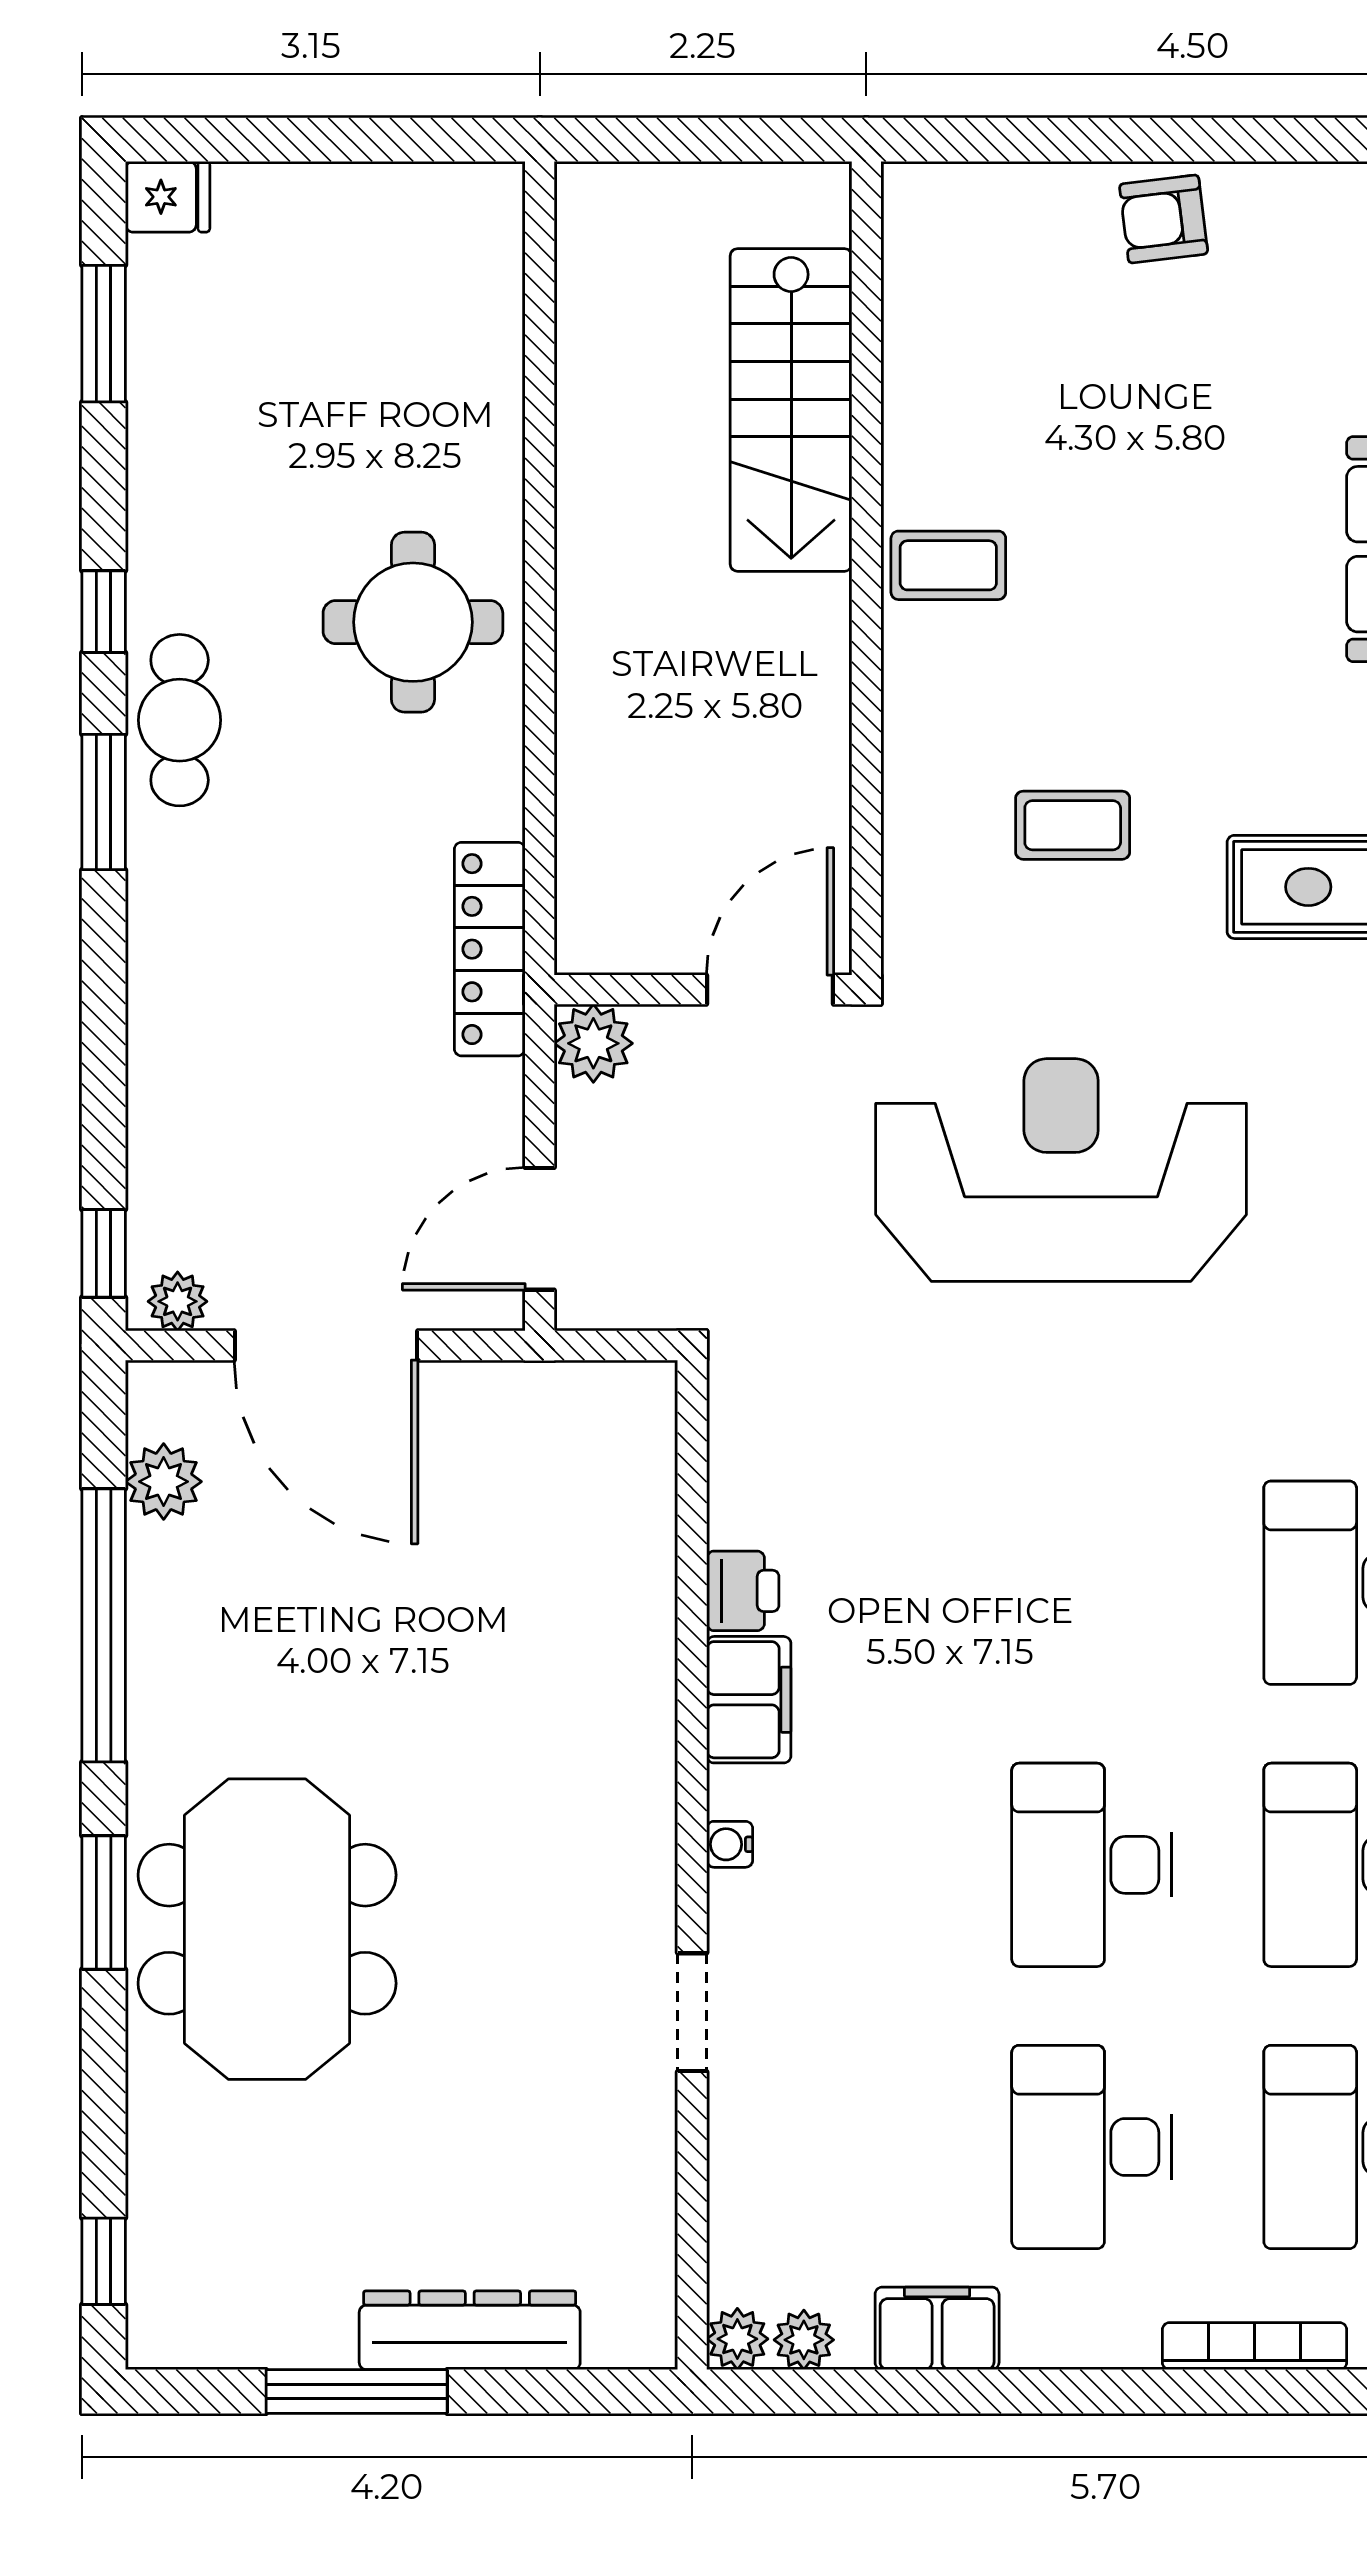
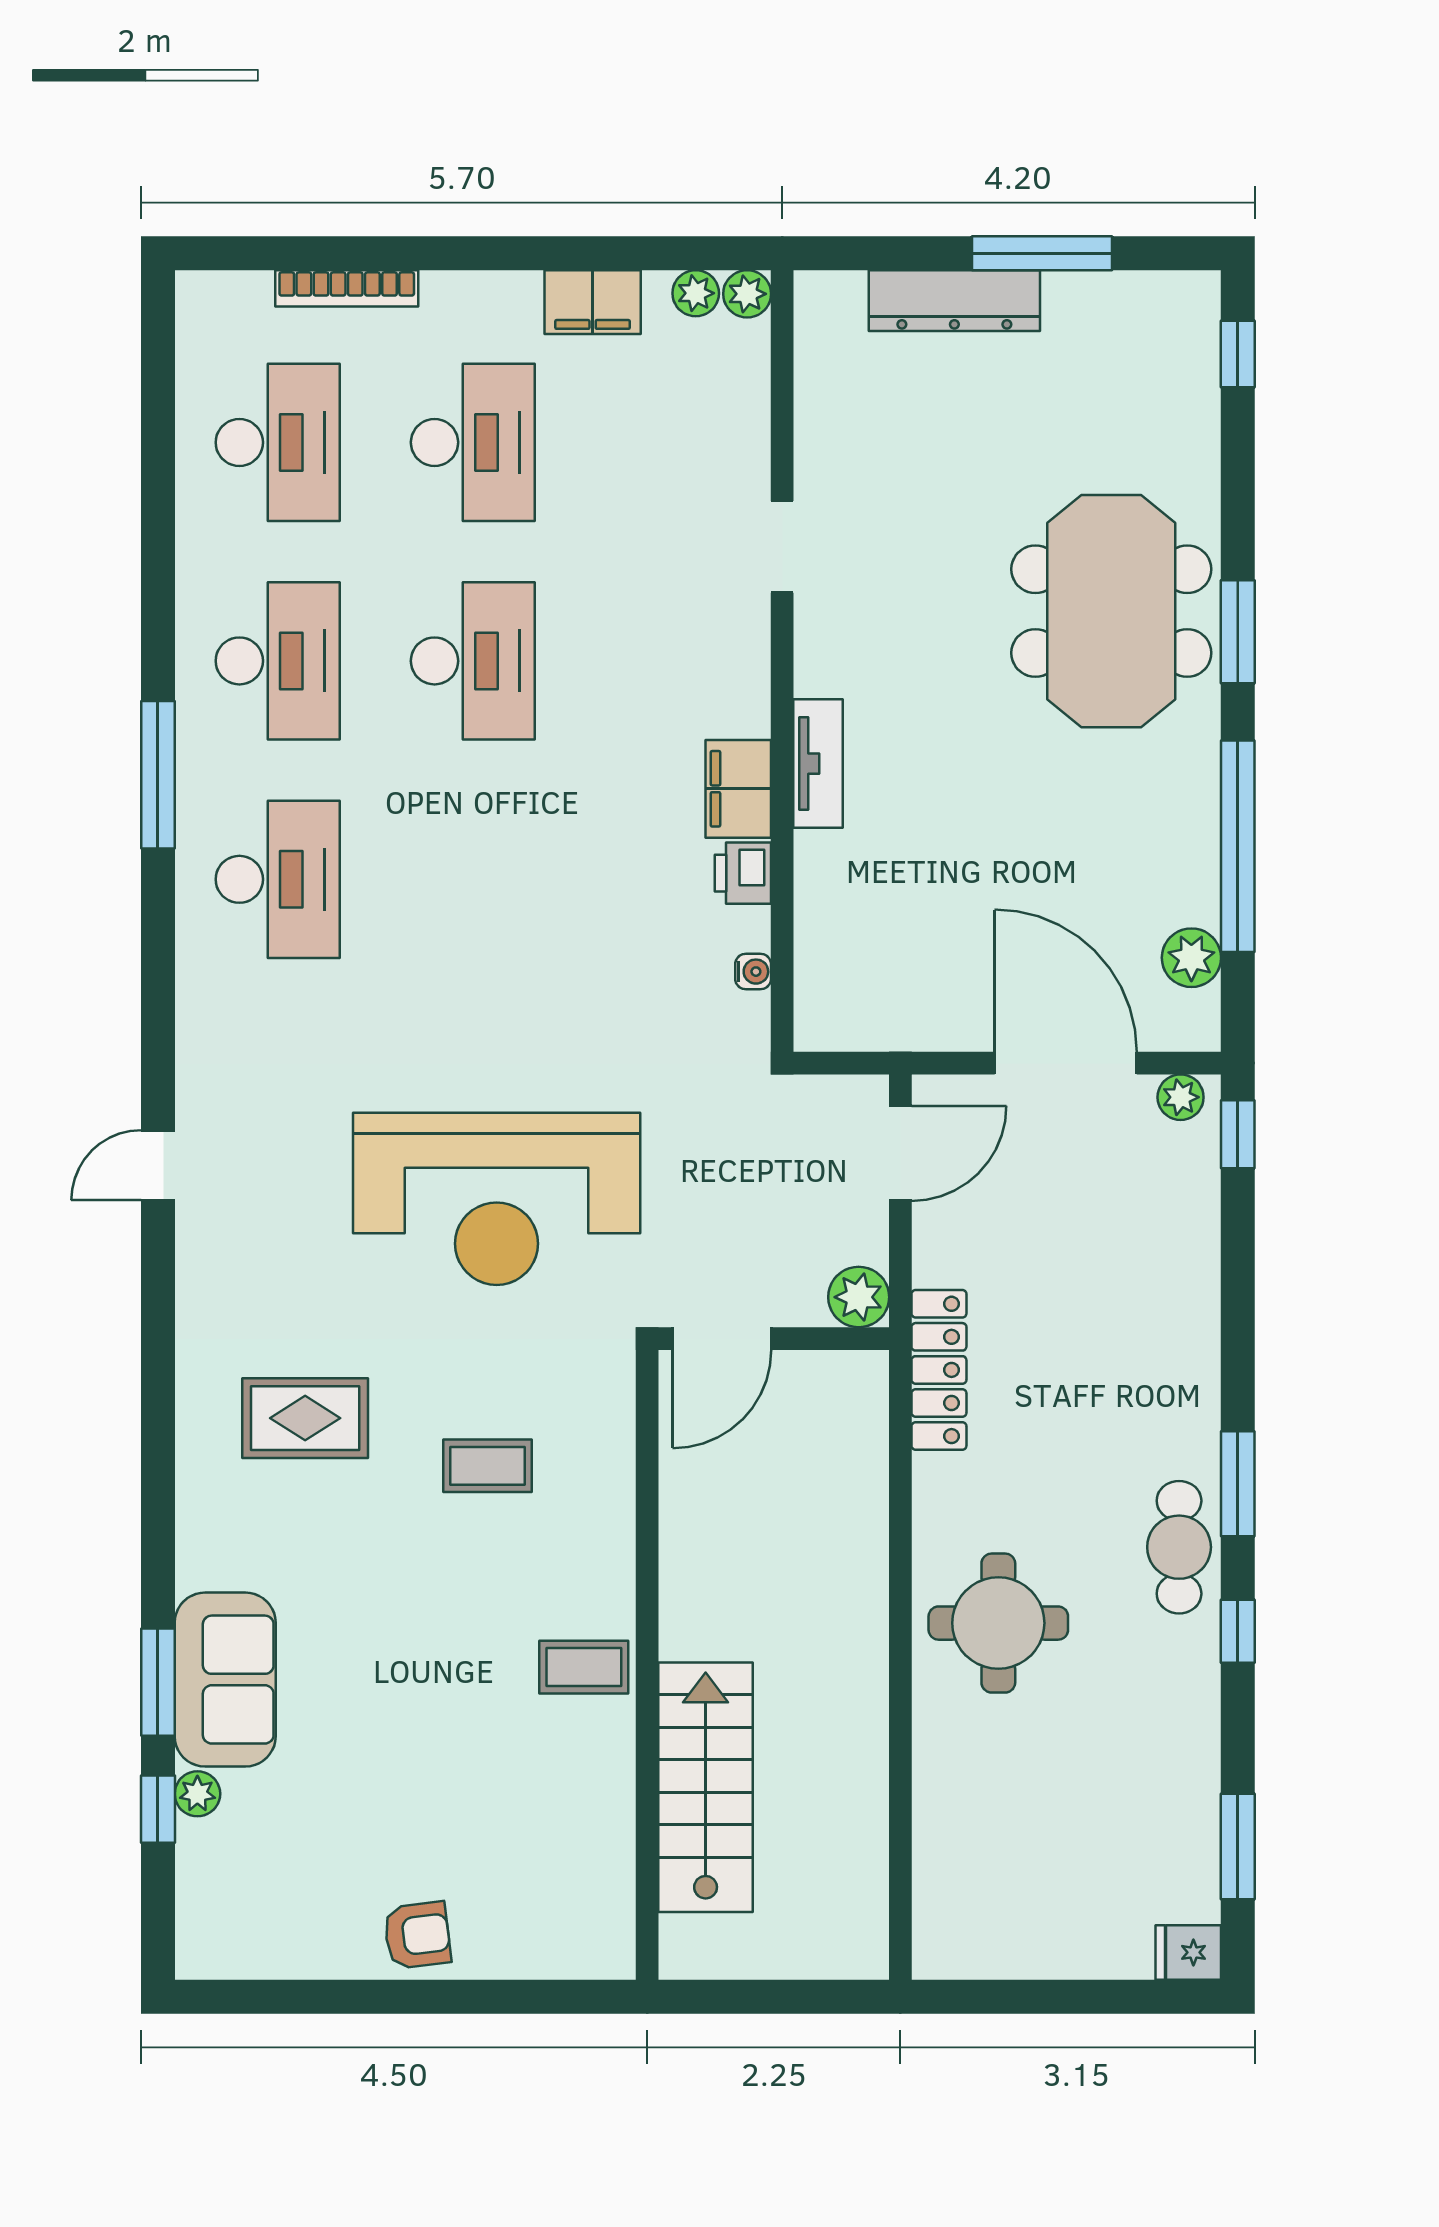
tv unit: (646, 1732) -> (818, 764), added
water cooler: (730, 1844) -> (753, 972), moved

